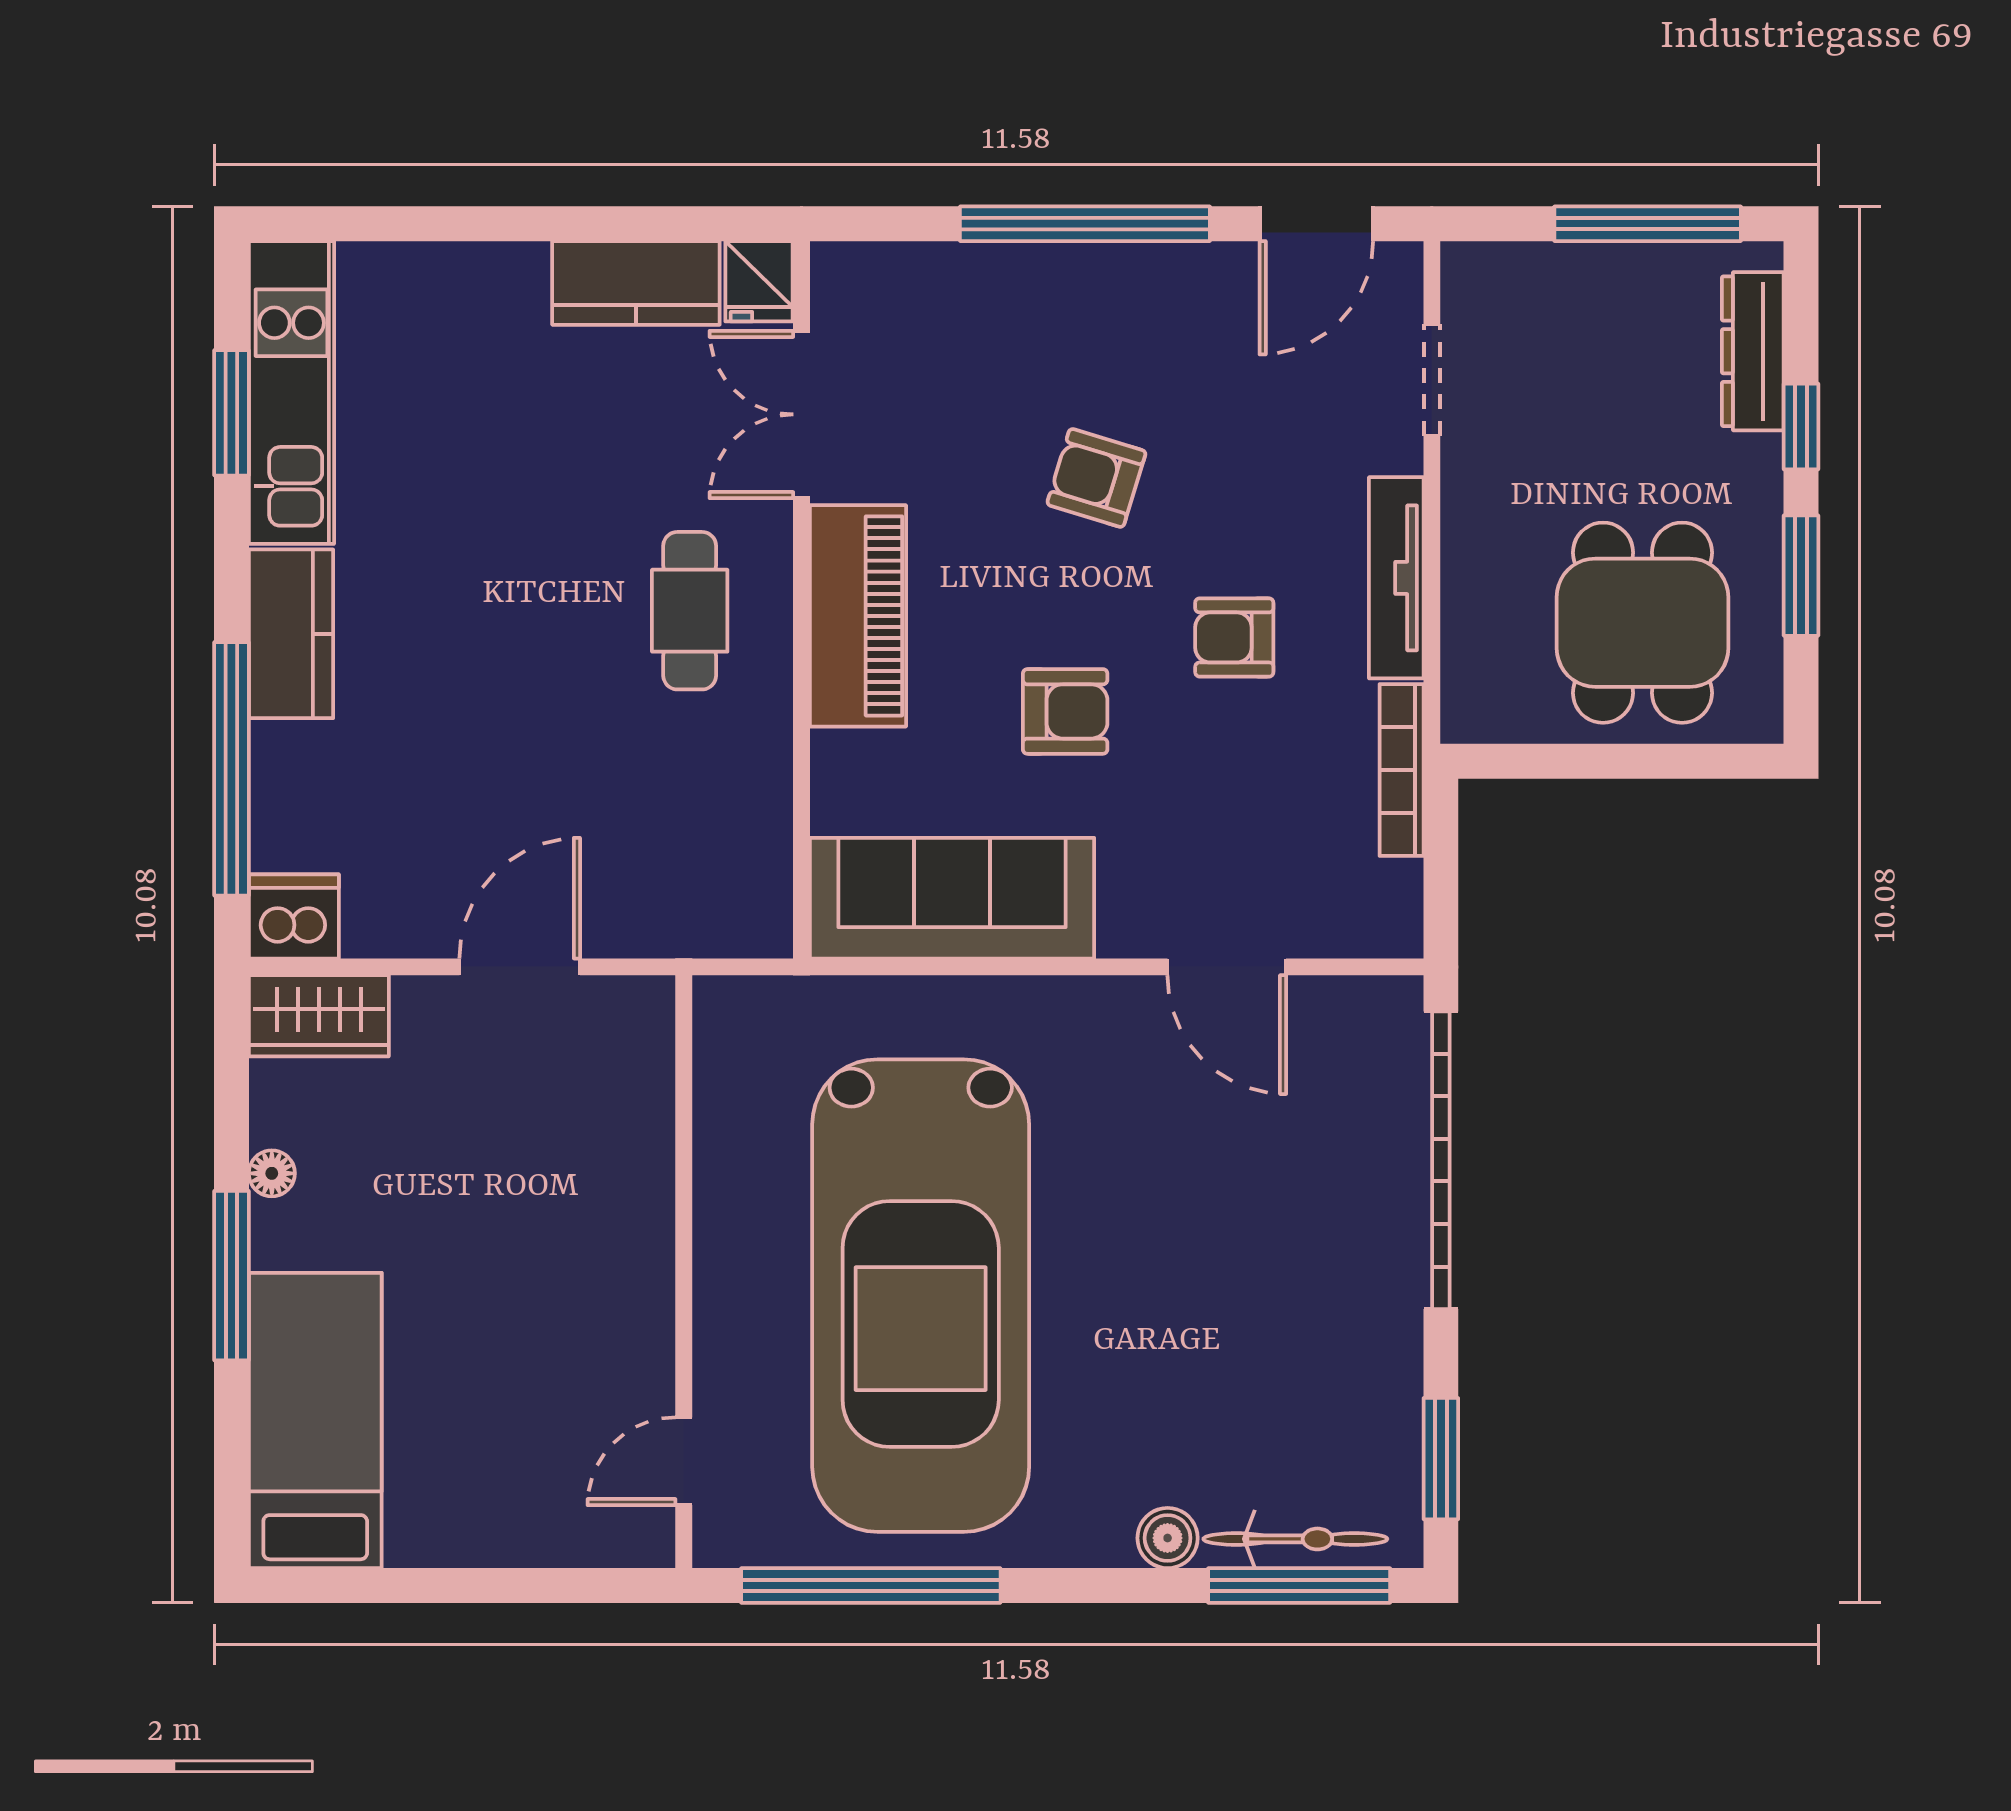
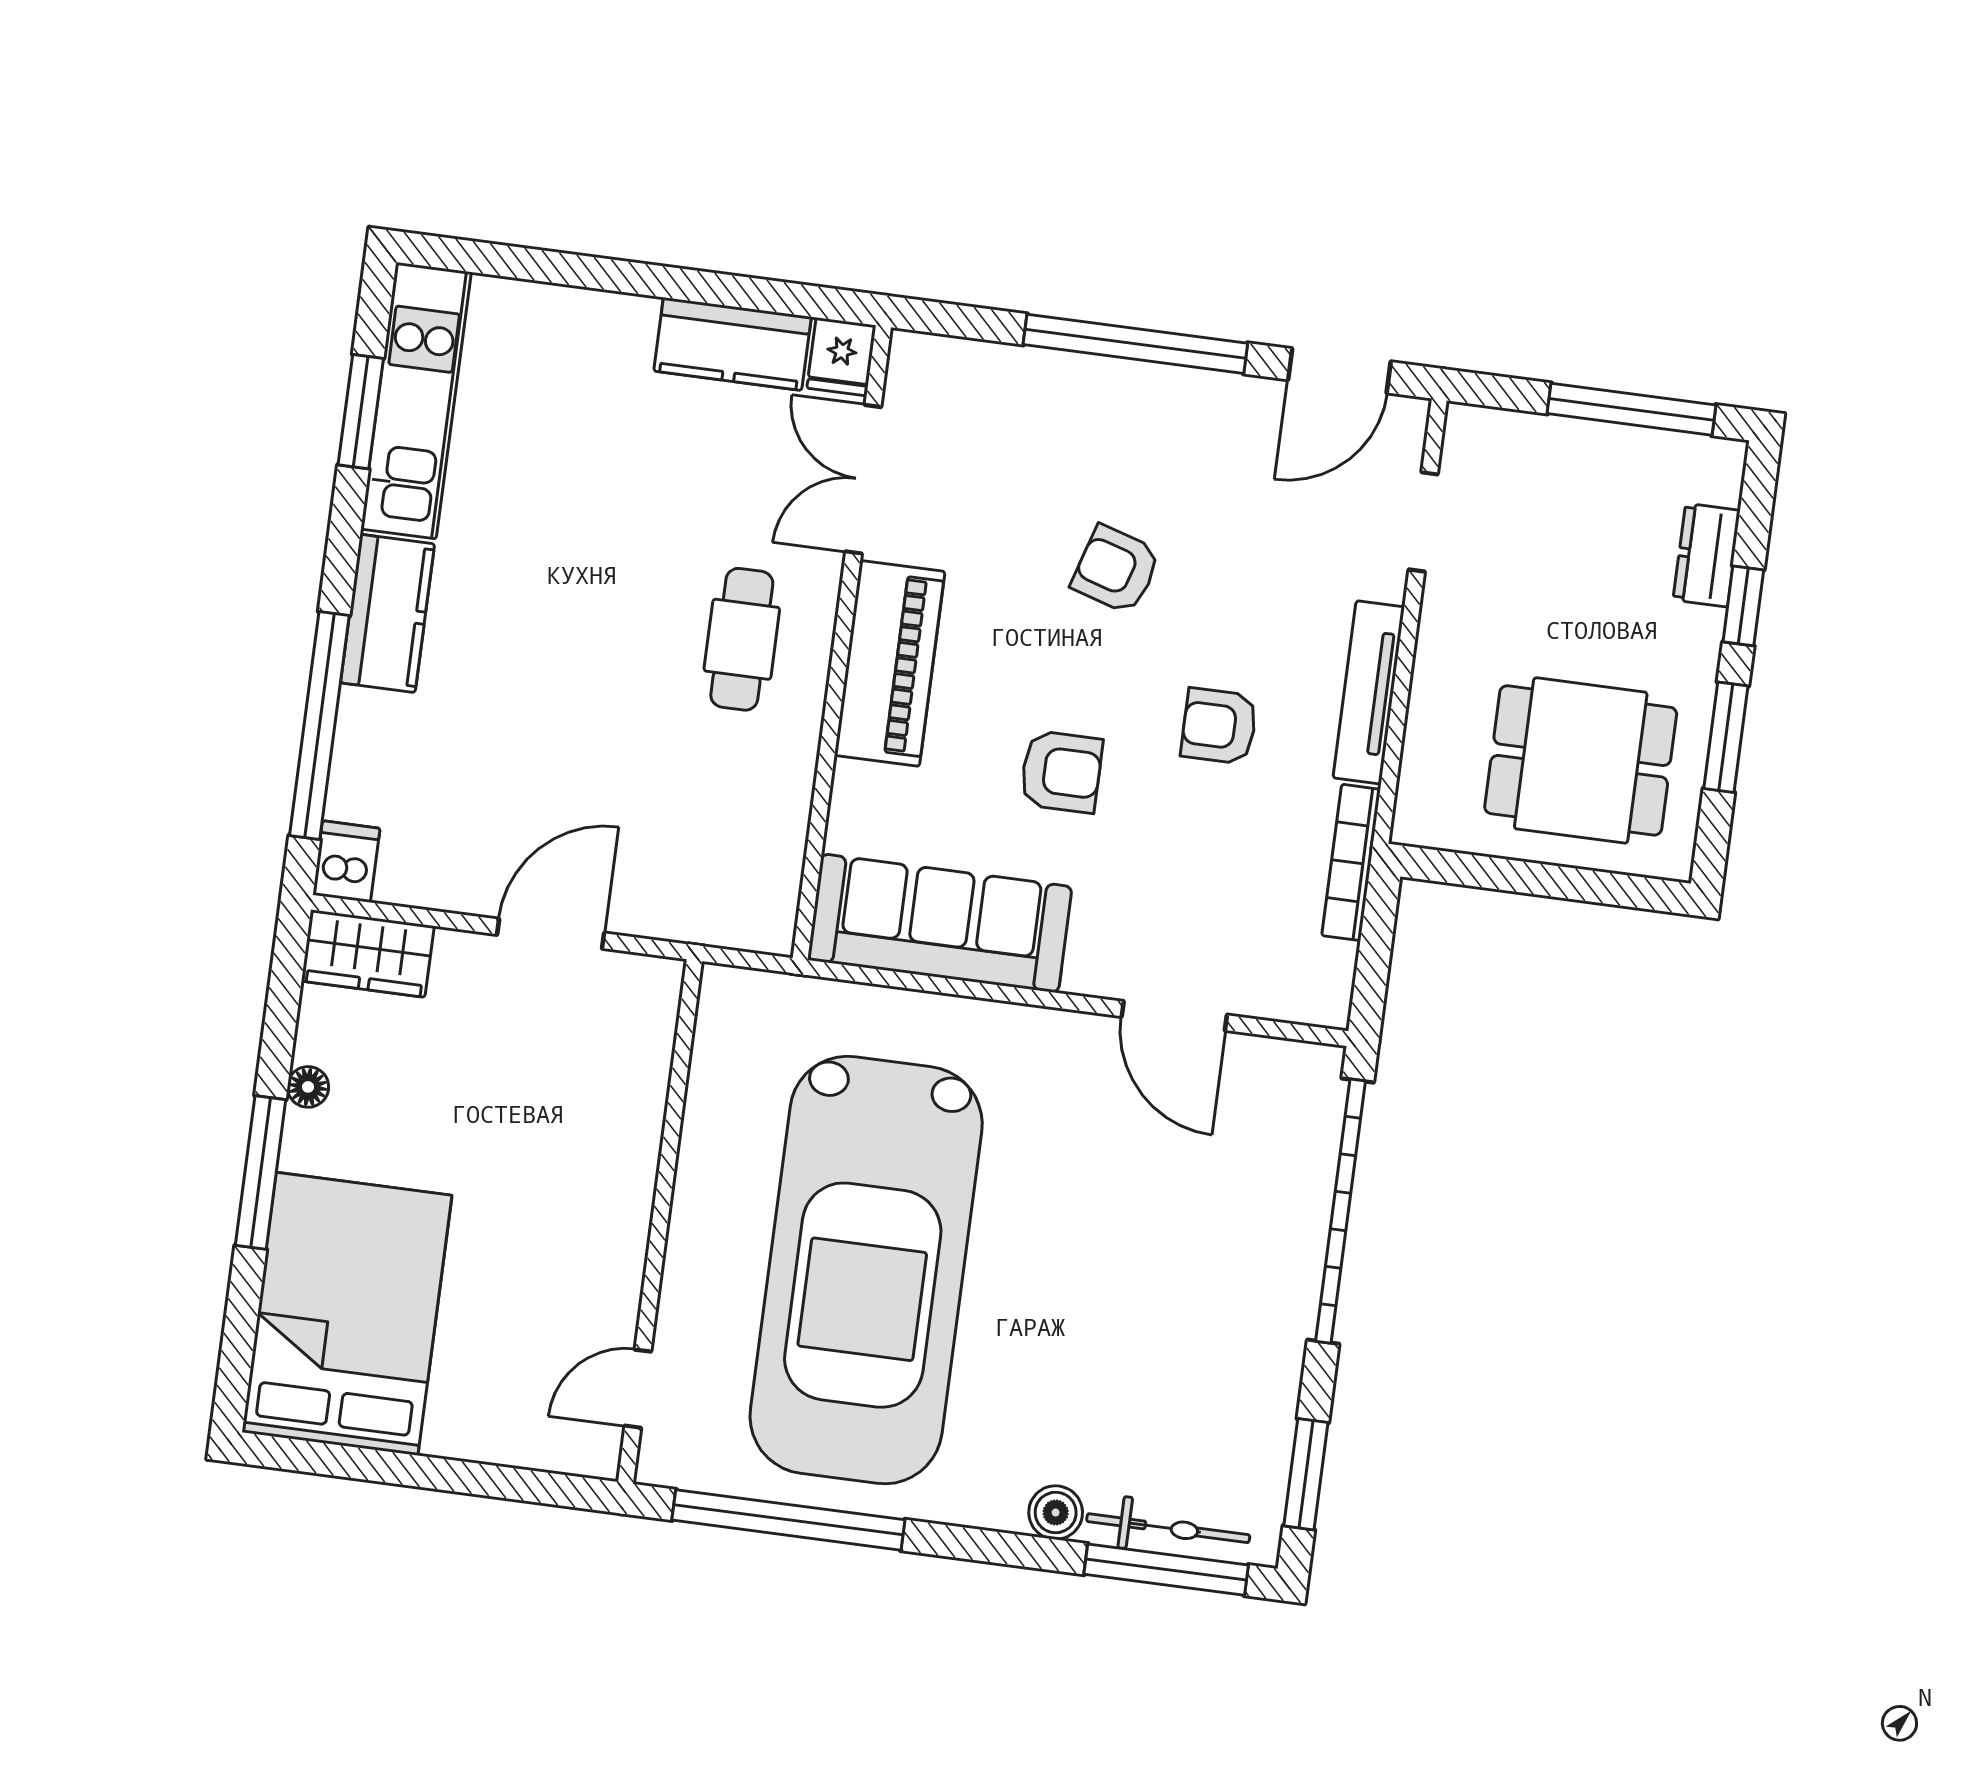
dresser: (1753, 351) -> (1707, 555), width x0.70
dining table: (1642, 623) -> (1581, 760), turned 90
dishwasher: (294, 916) -> (346, 862), width x0.73
bed: (315, 1421) -> (347, 1314), width x1.50

